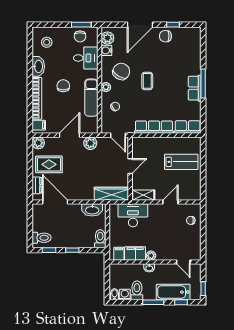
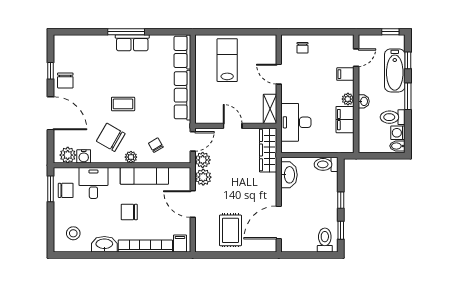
plant: (38, 143) -> (203, 160), moved
dresser: (37, 185) -> (257, 246), removed
filing cabinet: (119, 254) -> (345, 74), moved

